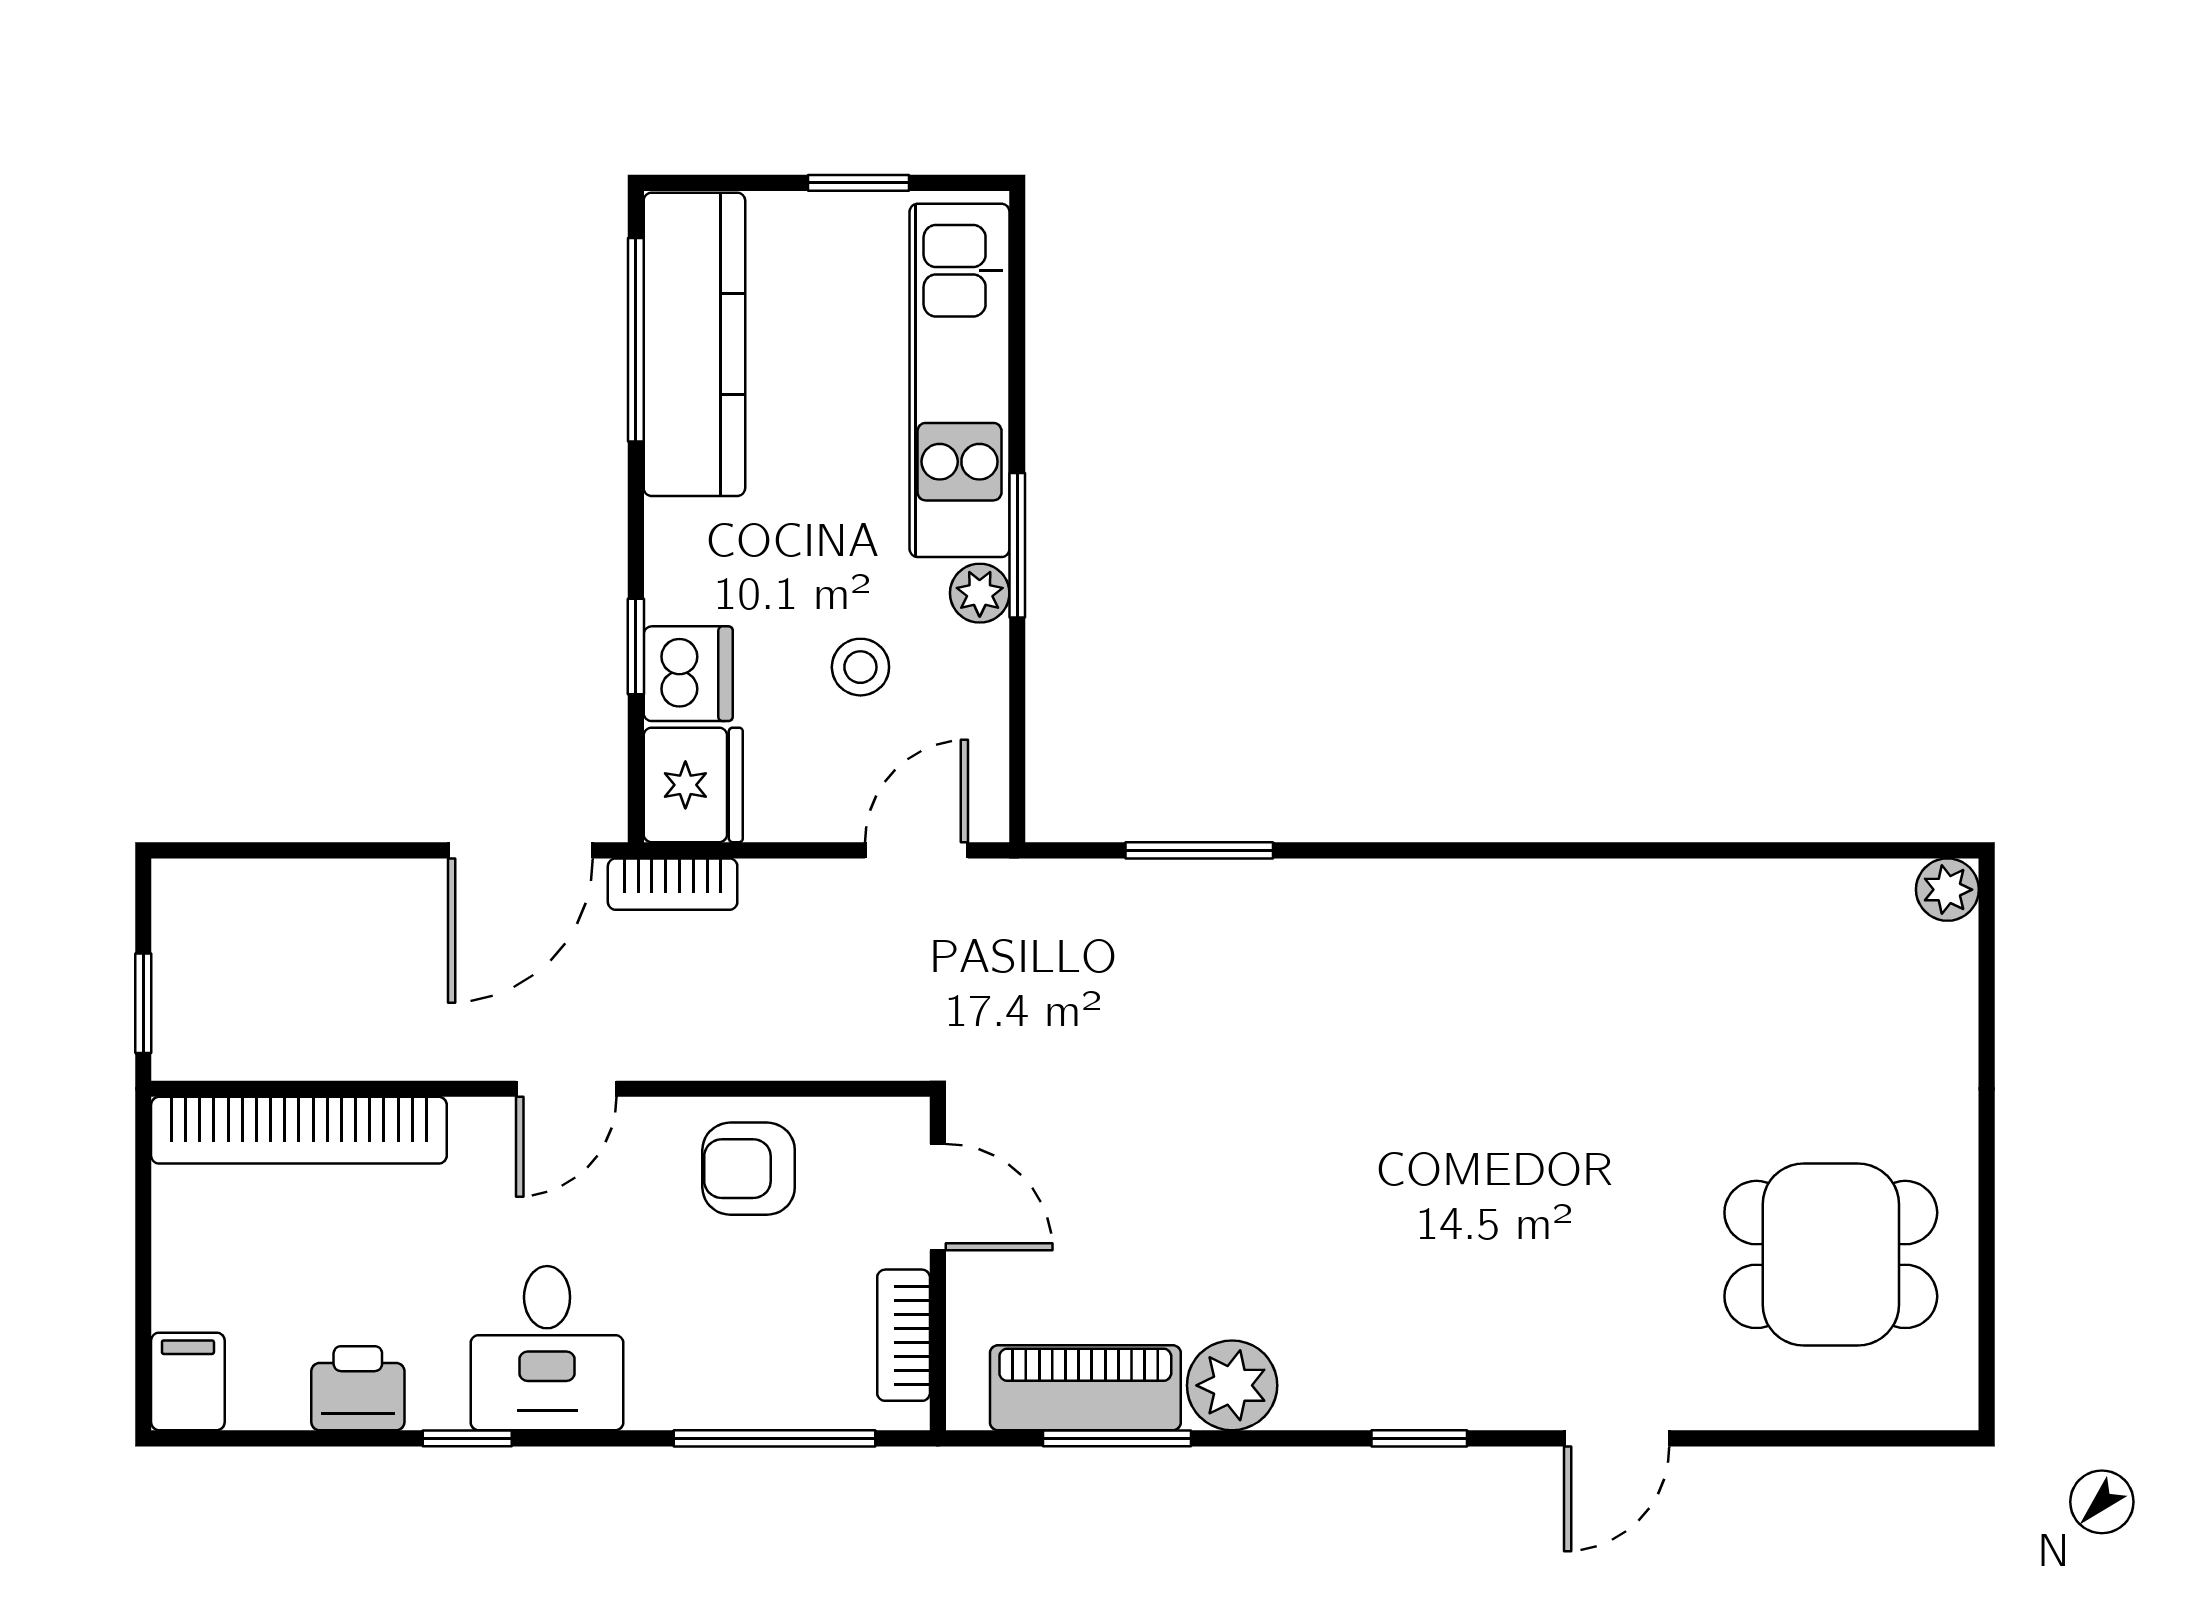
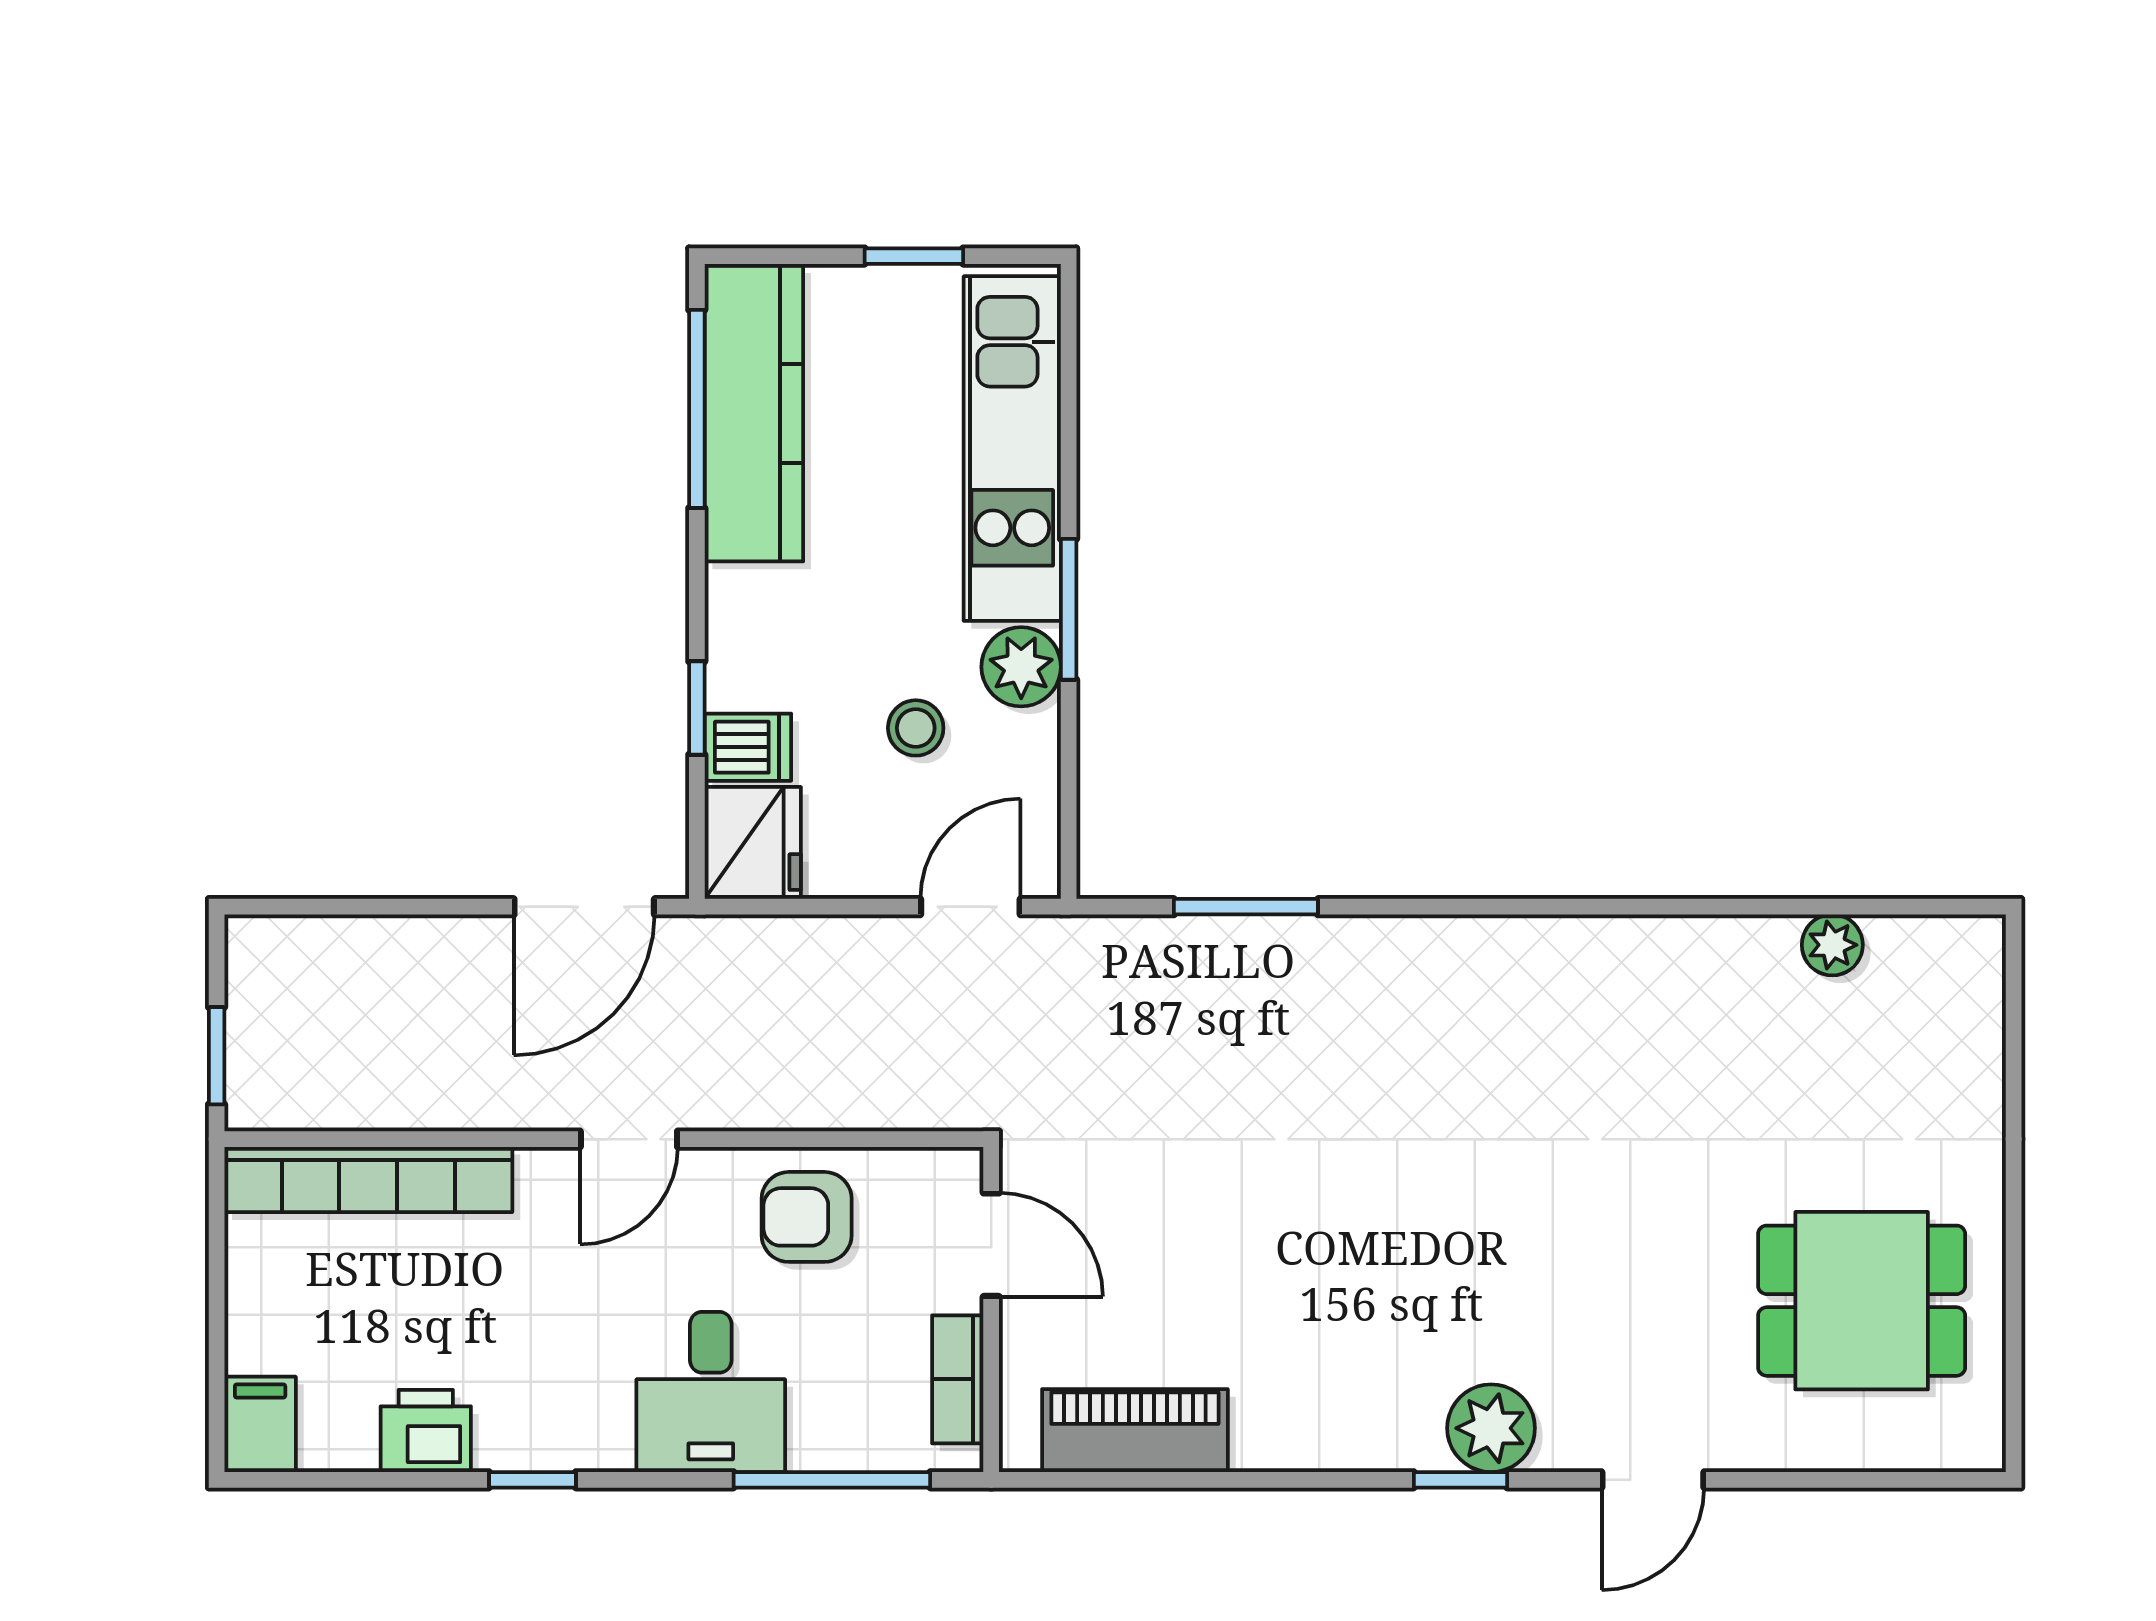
plant: (980, 593) -> (1021, 667), width x1.38, depth x1.38
dishwasher: (688, 674) -> (748, 747), width x0.73
bookcase: (673, 884) -> (733, 940), removed
plant: (1947, 890) -> (1832, 945), moved
desk: (547, 1348) -> (711, 1392), moved
plant: (1232, 1385) -> (1491, 1428), moved
window: (1117, 1438) -> (1166, 1480), removed

